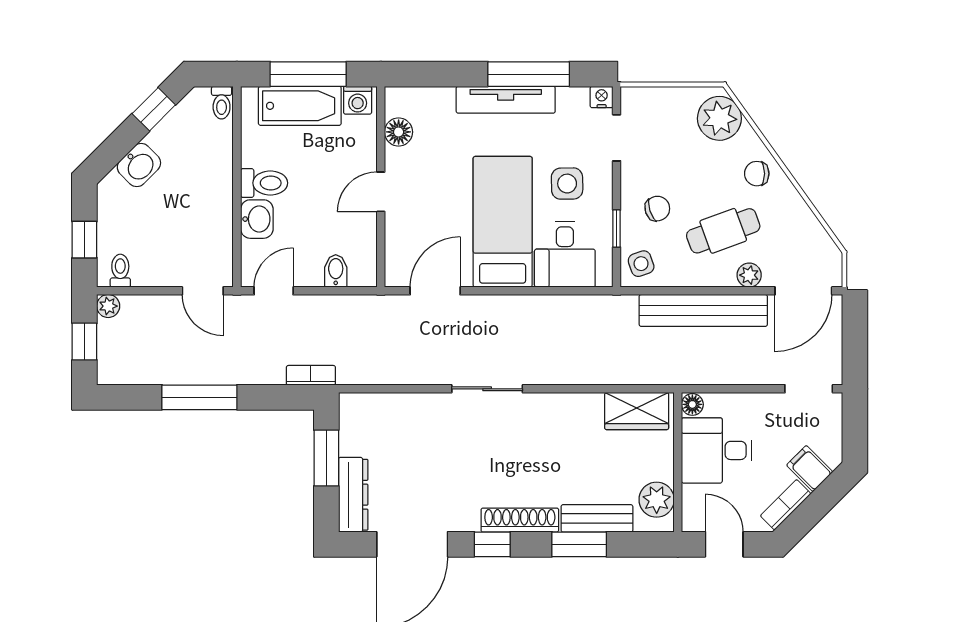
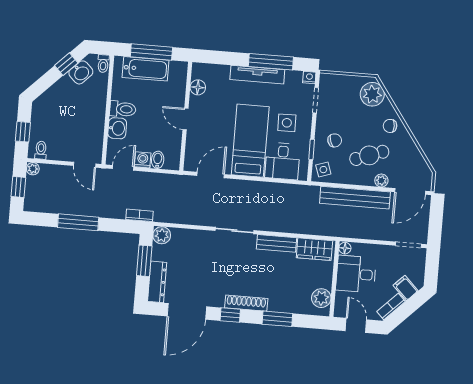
washing machine: (358, 100) -> (143, 160), moved, turned 180
washbasin: (139, 165) -> (81, 72), moved
door: (381, 192) -> (186, 119), hinge flipped
plant: (355, 409) -> (162, 235), added
bench: (597, 518) -> (277, 243), moved

